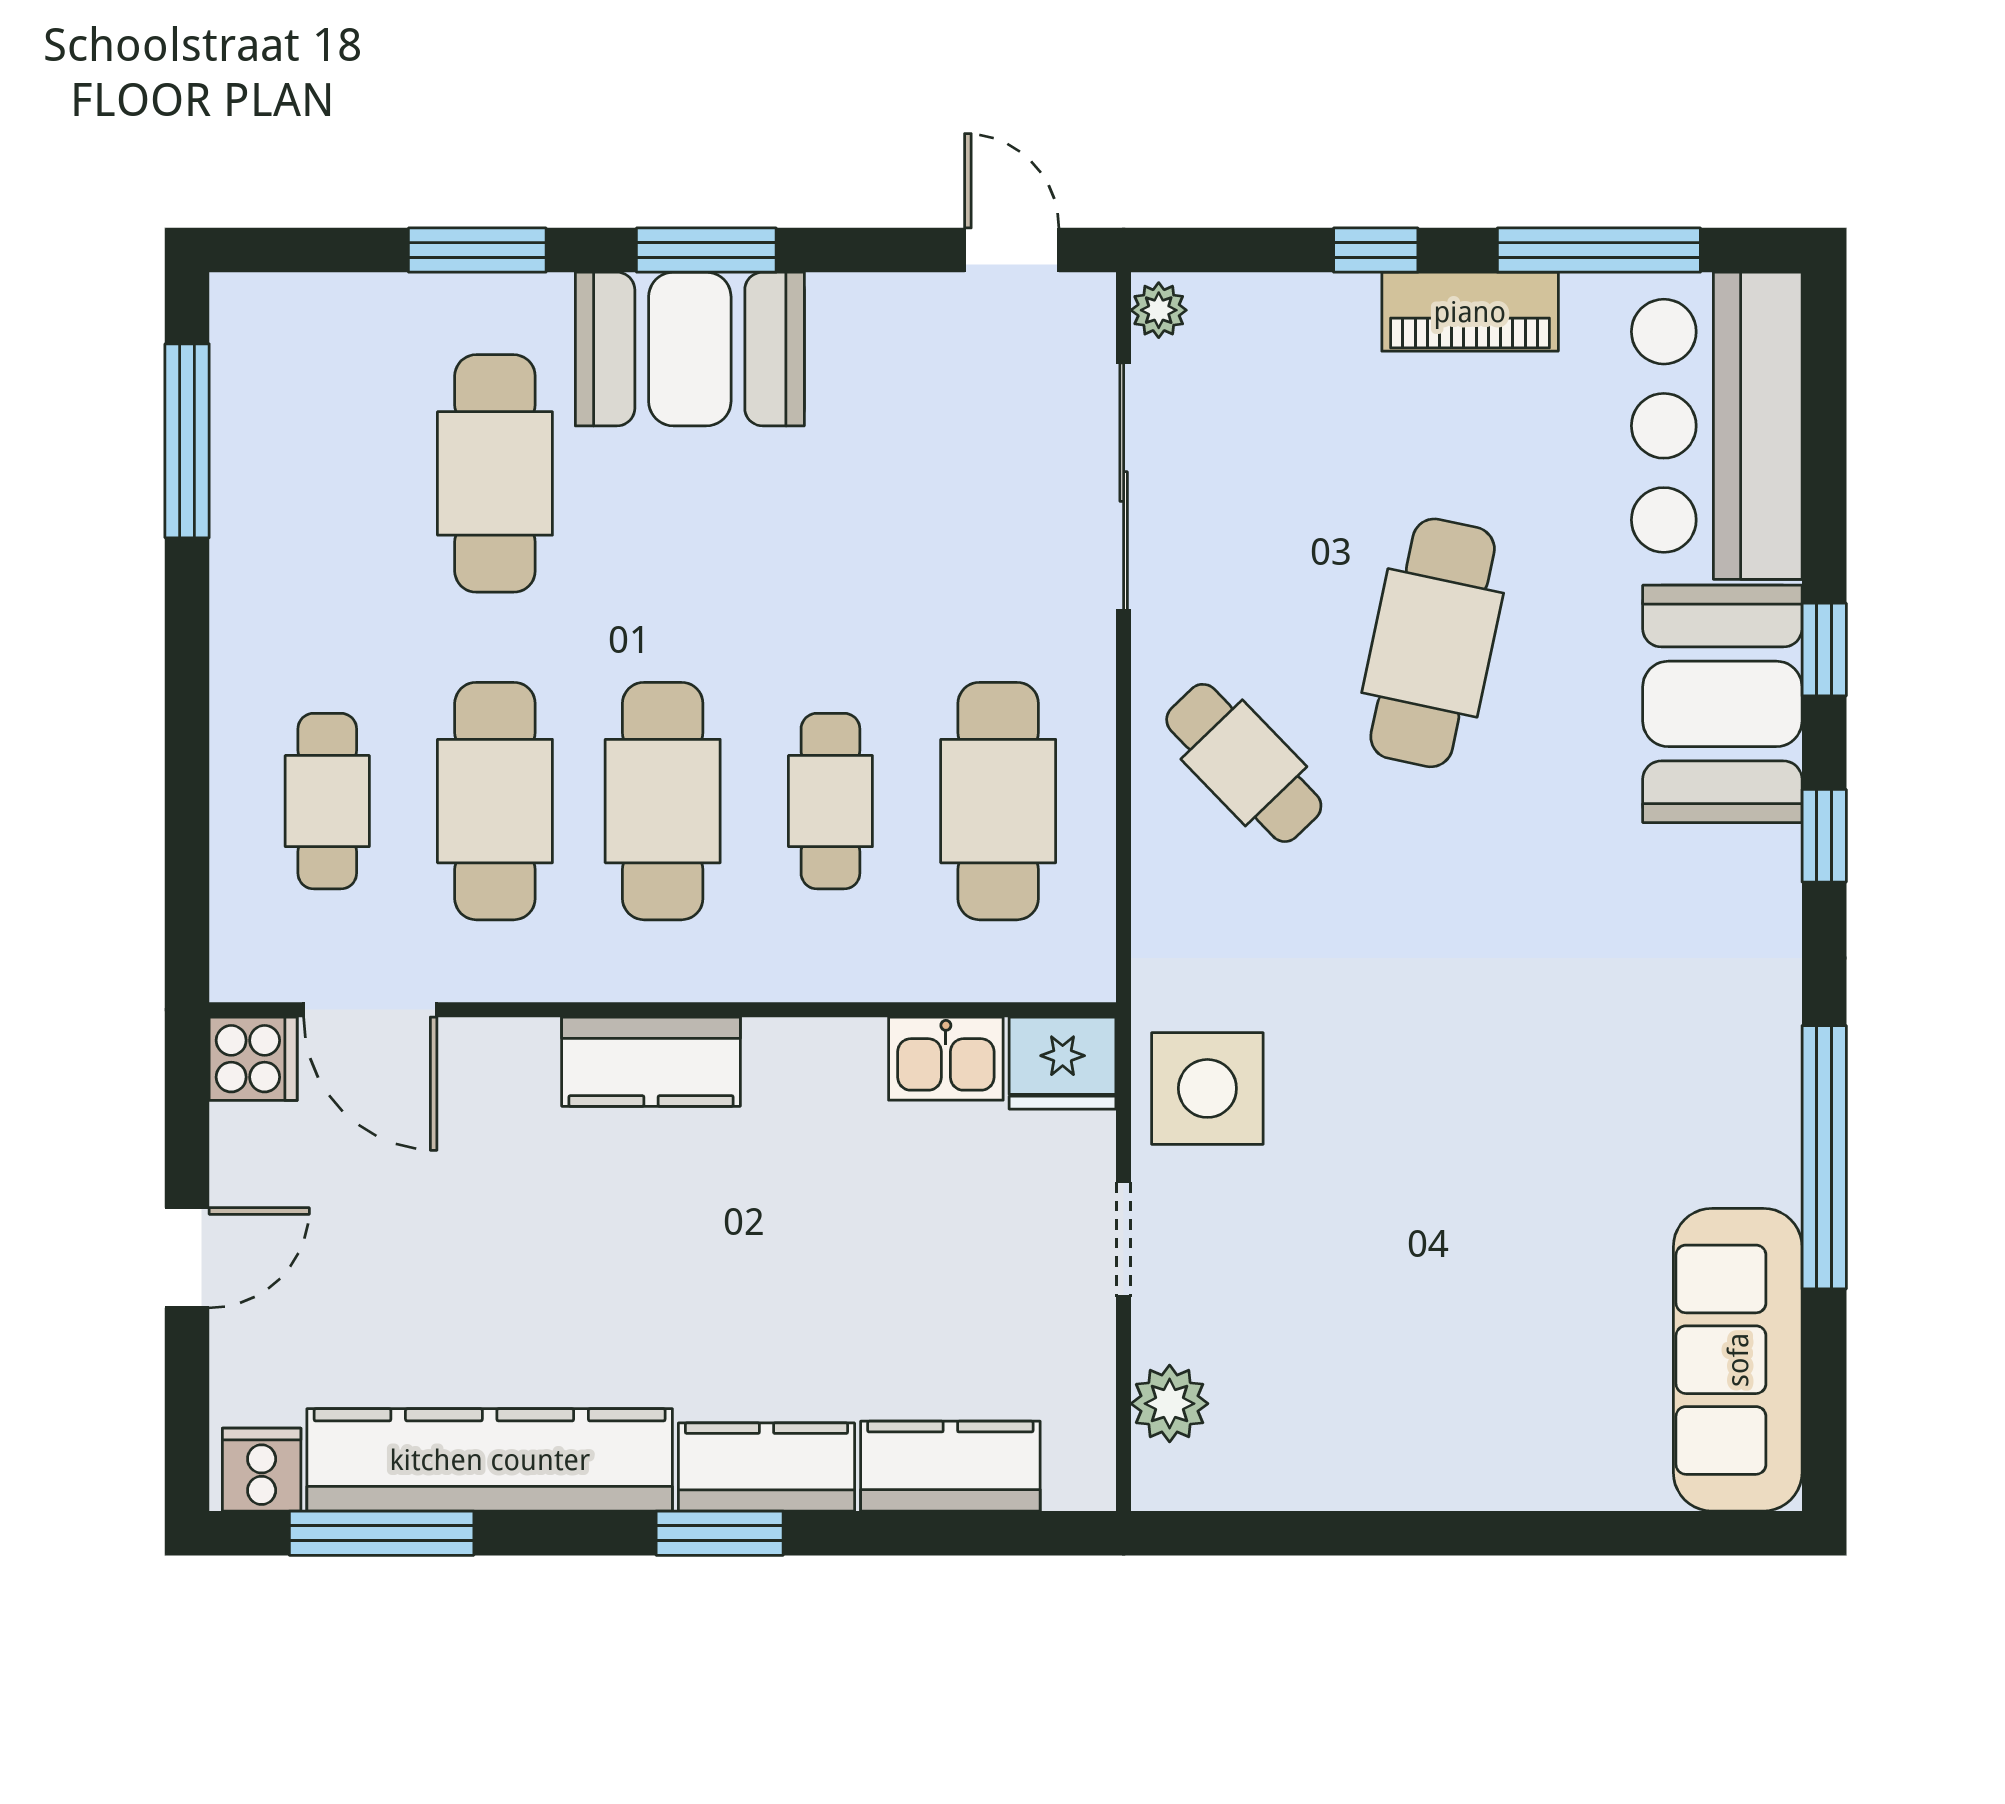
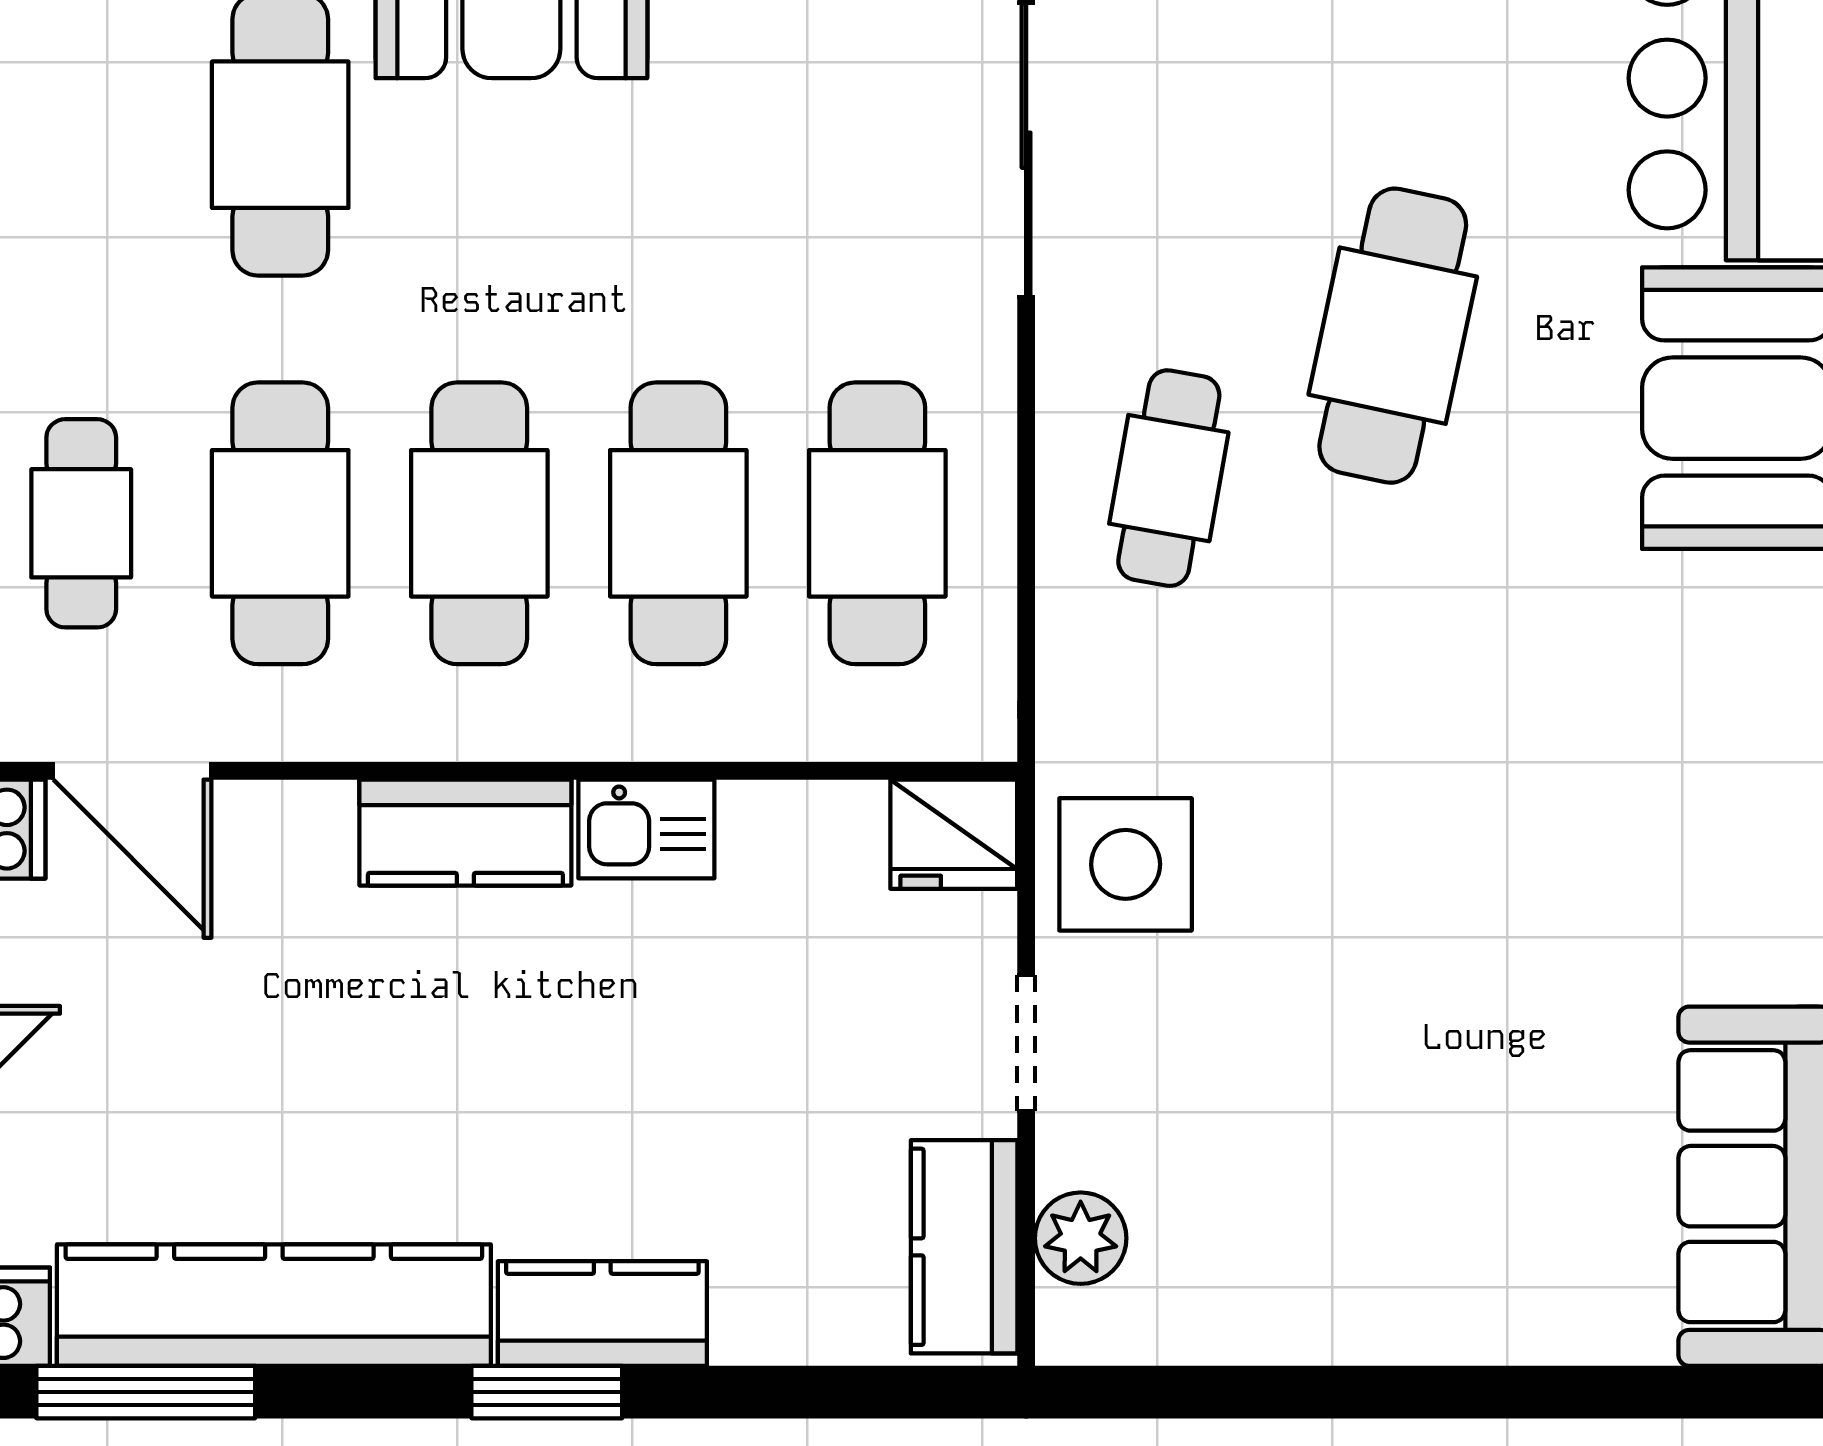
cafe table: (1244, 763) -> (1169, 478), turned 54
cafe table: (830, 801) -> (678, 523), width x1.37, depth x1.35
kitchen sink: (946, 1059) -> (646, 829), moved
kitchen counter: (950, 1466) -> (964, 1247), moved, turned -90

